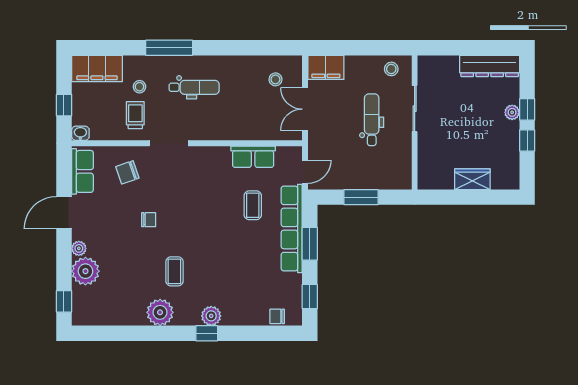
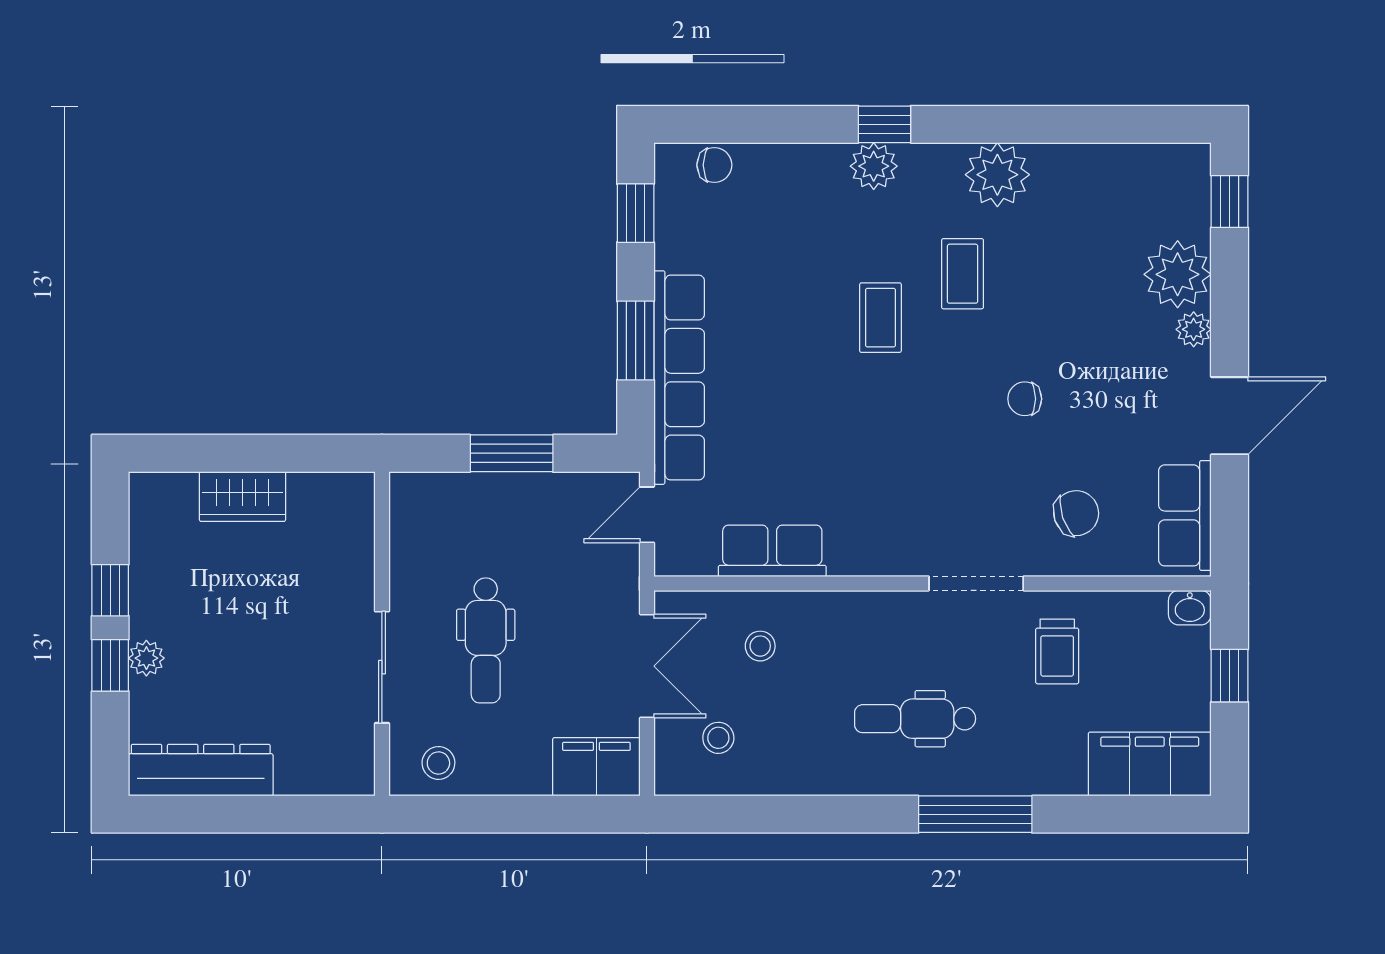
stool: (139, 87) -> (760, 646), moved
coffee table: (253, 205) -> (880, 318), moved

